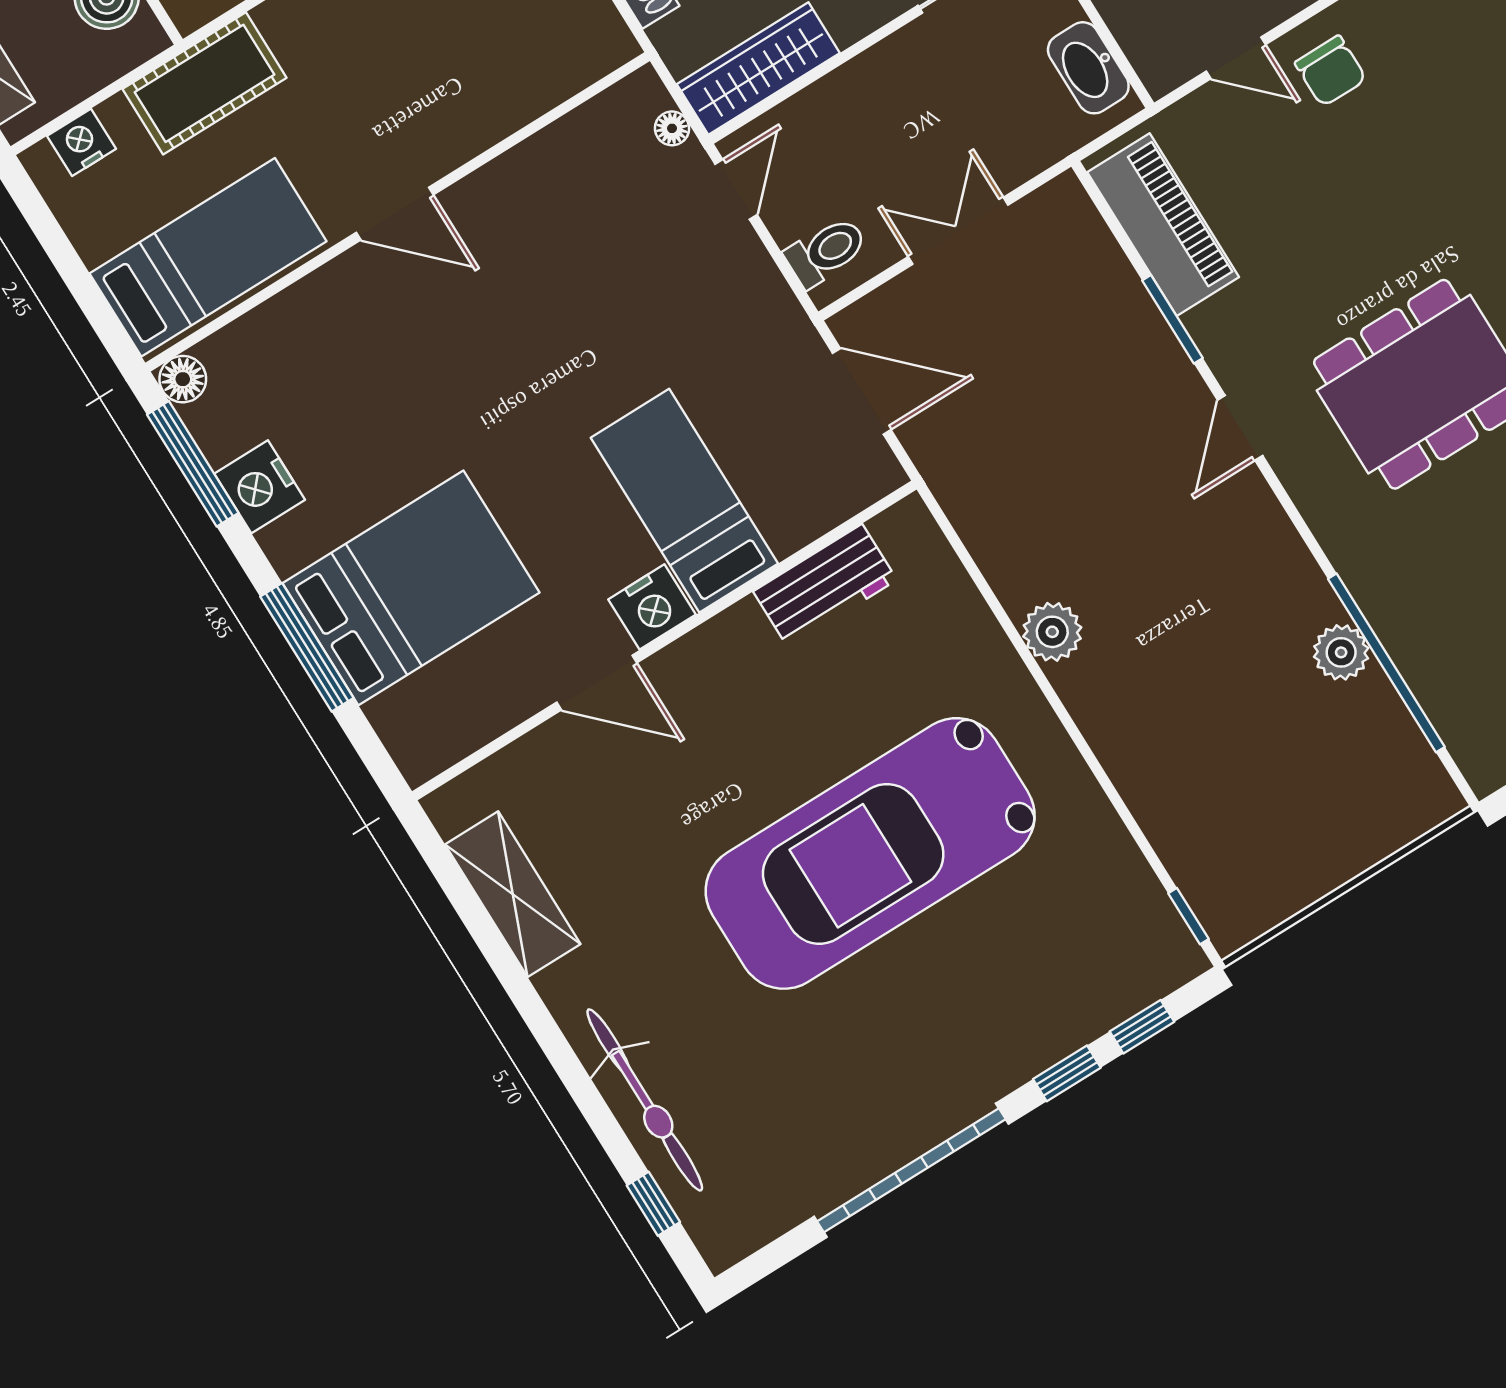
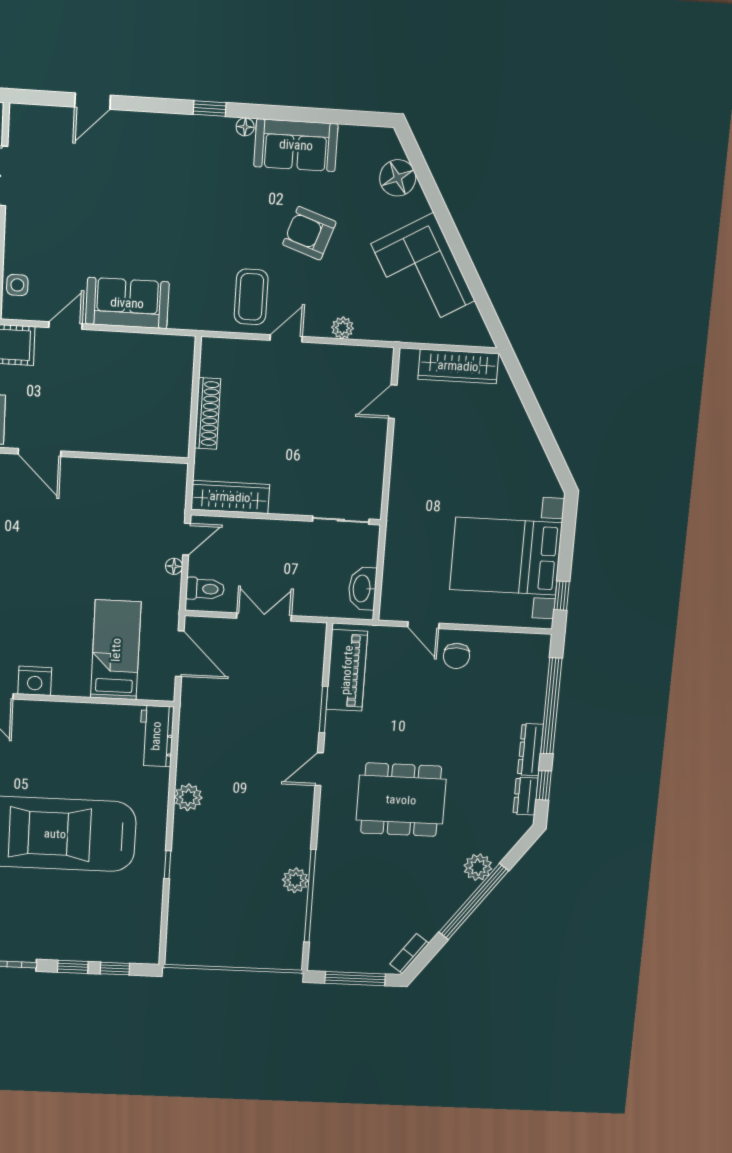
floor lamp: (672, 128) -> (174, 566), moved
bed: (684, 501) -> (116, 650), moved
workbench: (825, 586) -> (156, 736), moved, turned 90
window: (1188, 916) -> (168, 865), moved

